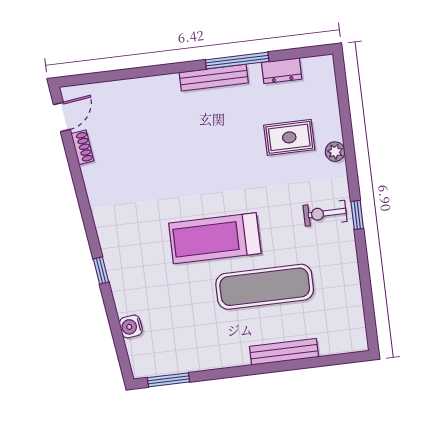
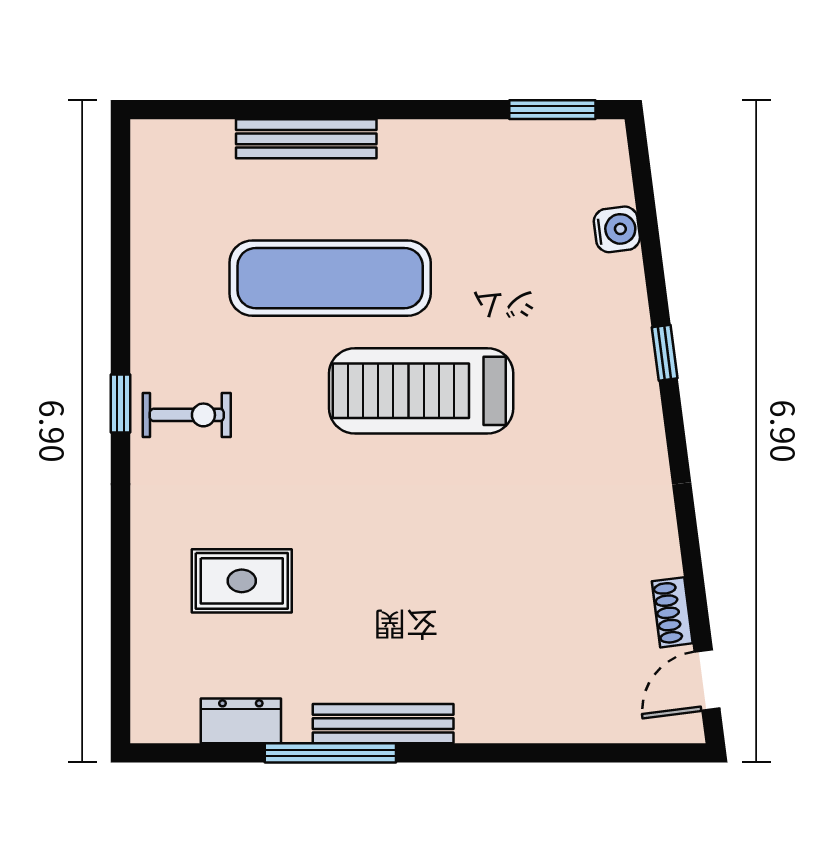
plant: (335, 152) -> (151, 540), removed
treadmill: (215, 238) -> (421, 391), turned 180

